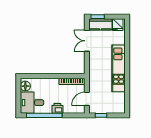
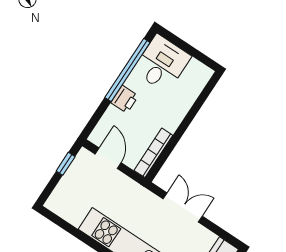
double door: (87, 41) -> (183, 208), moved
floor lamp: (25, 86) -> (196, 70), removed

